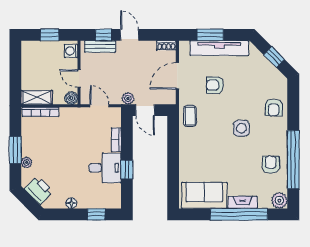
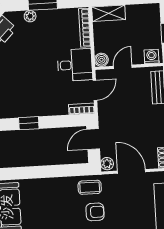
armchair: (215, 85) -> (95, 212), moved, turned 90
shelving: (37, 97) -> (109, 13), moved, turned 90
plant: (128, 98) -> (107, 164), moved
bookcase: (116, 140) -> (82, 109), moved
desk: (105, 168) -> (75, 65), moved, turned -90

